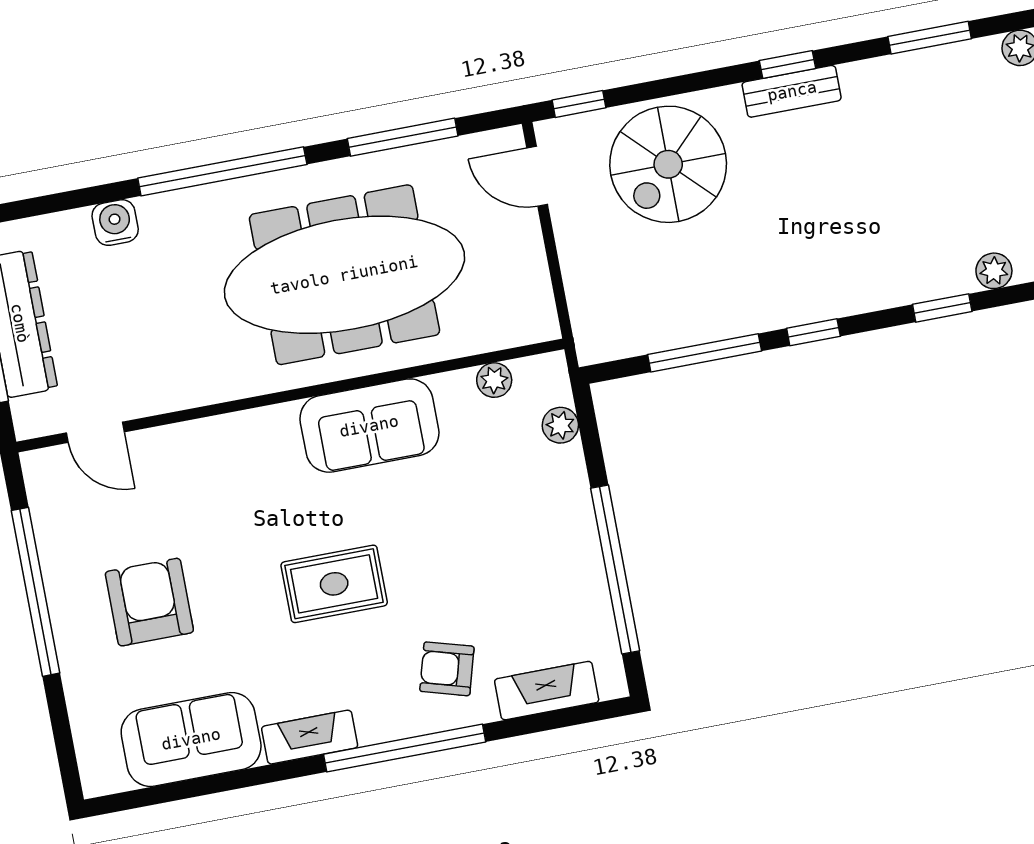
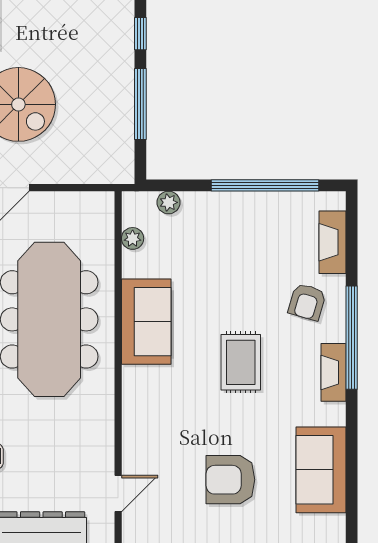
fireplace: (310, 737) -> (333, 372), moved

